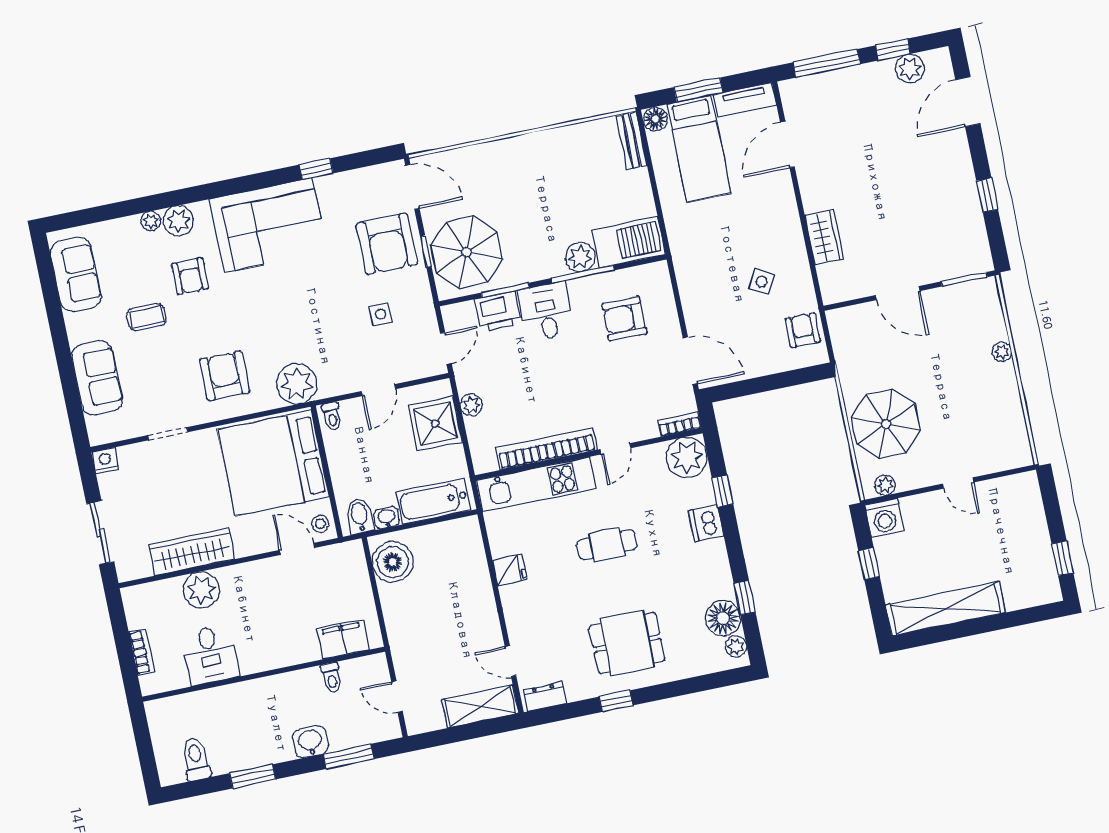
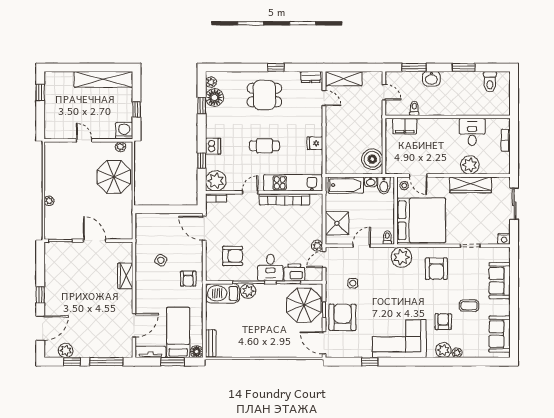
window: (987, 195) -> (40, 295), moved
armchair: (803, 330) -> (188, 279), moved
plant: (471, 405) -> (317, 246), moved

